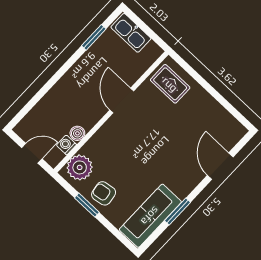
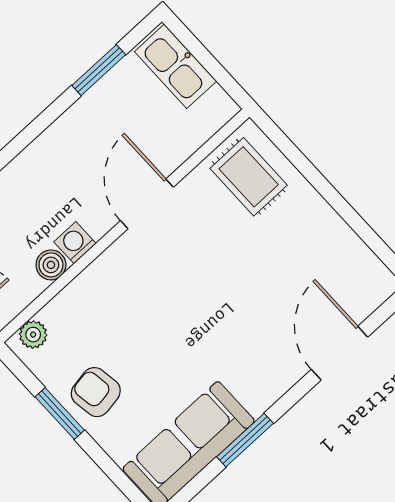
washing machine: (66, 145) -> (75, 243), moved
plant: (80, 167) -> (33, 335), width x0.53, depth x0.53

